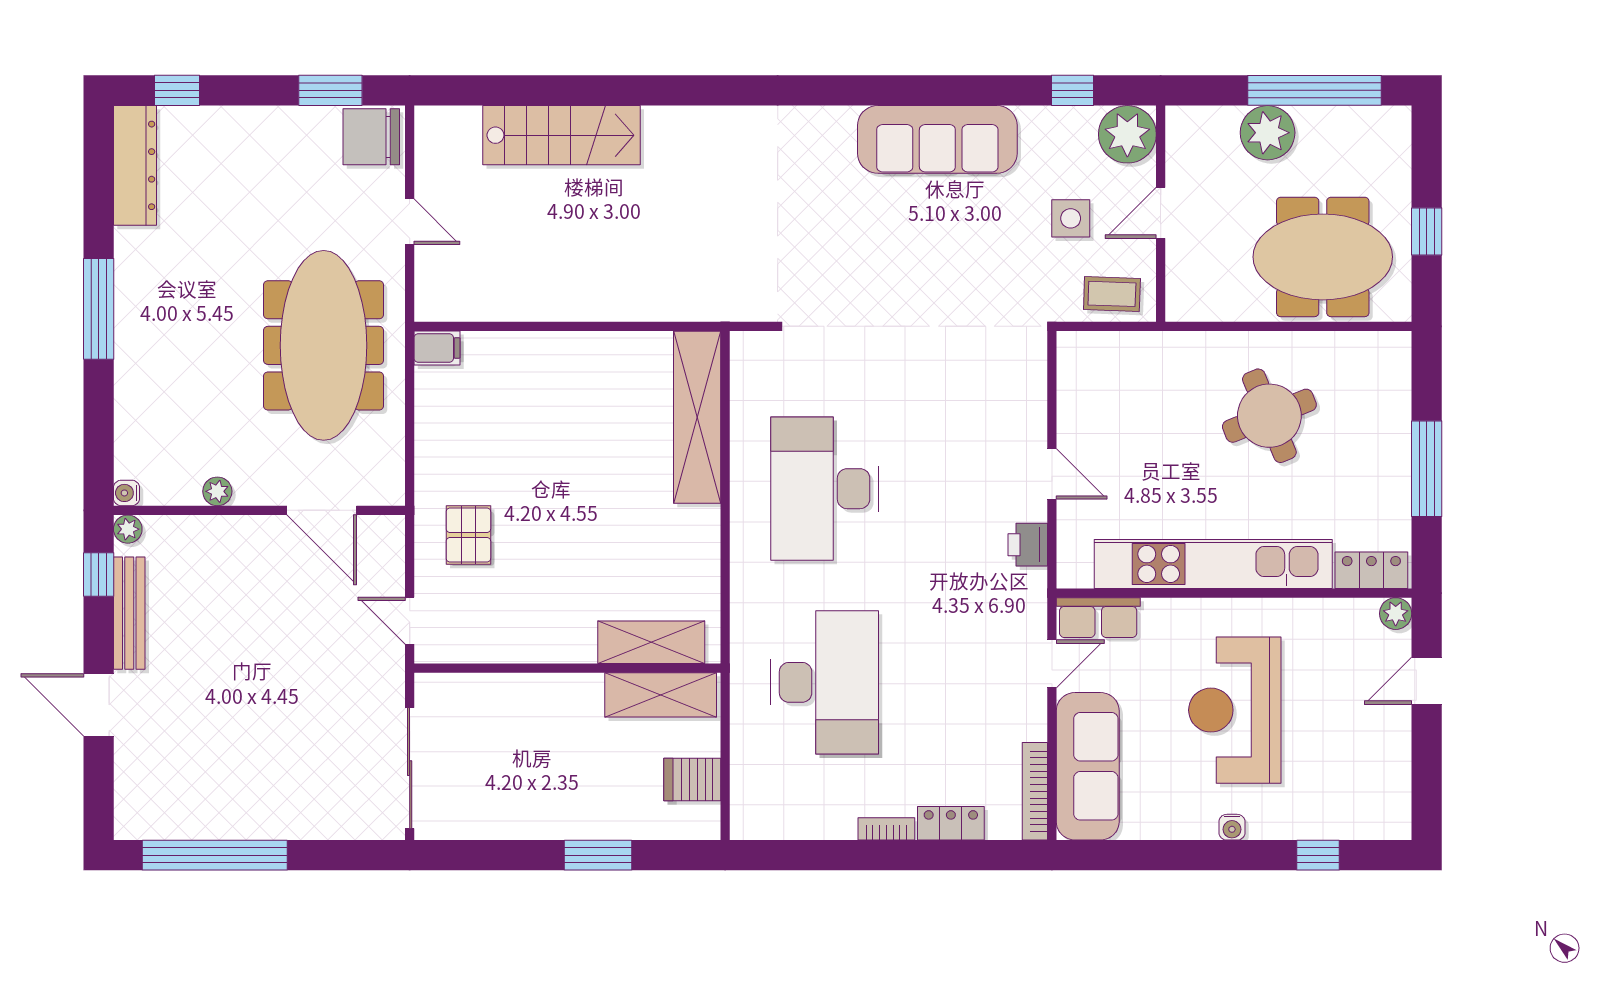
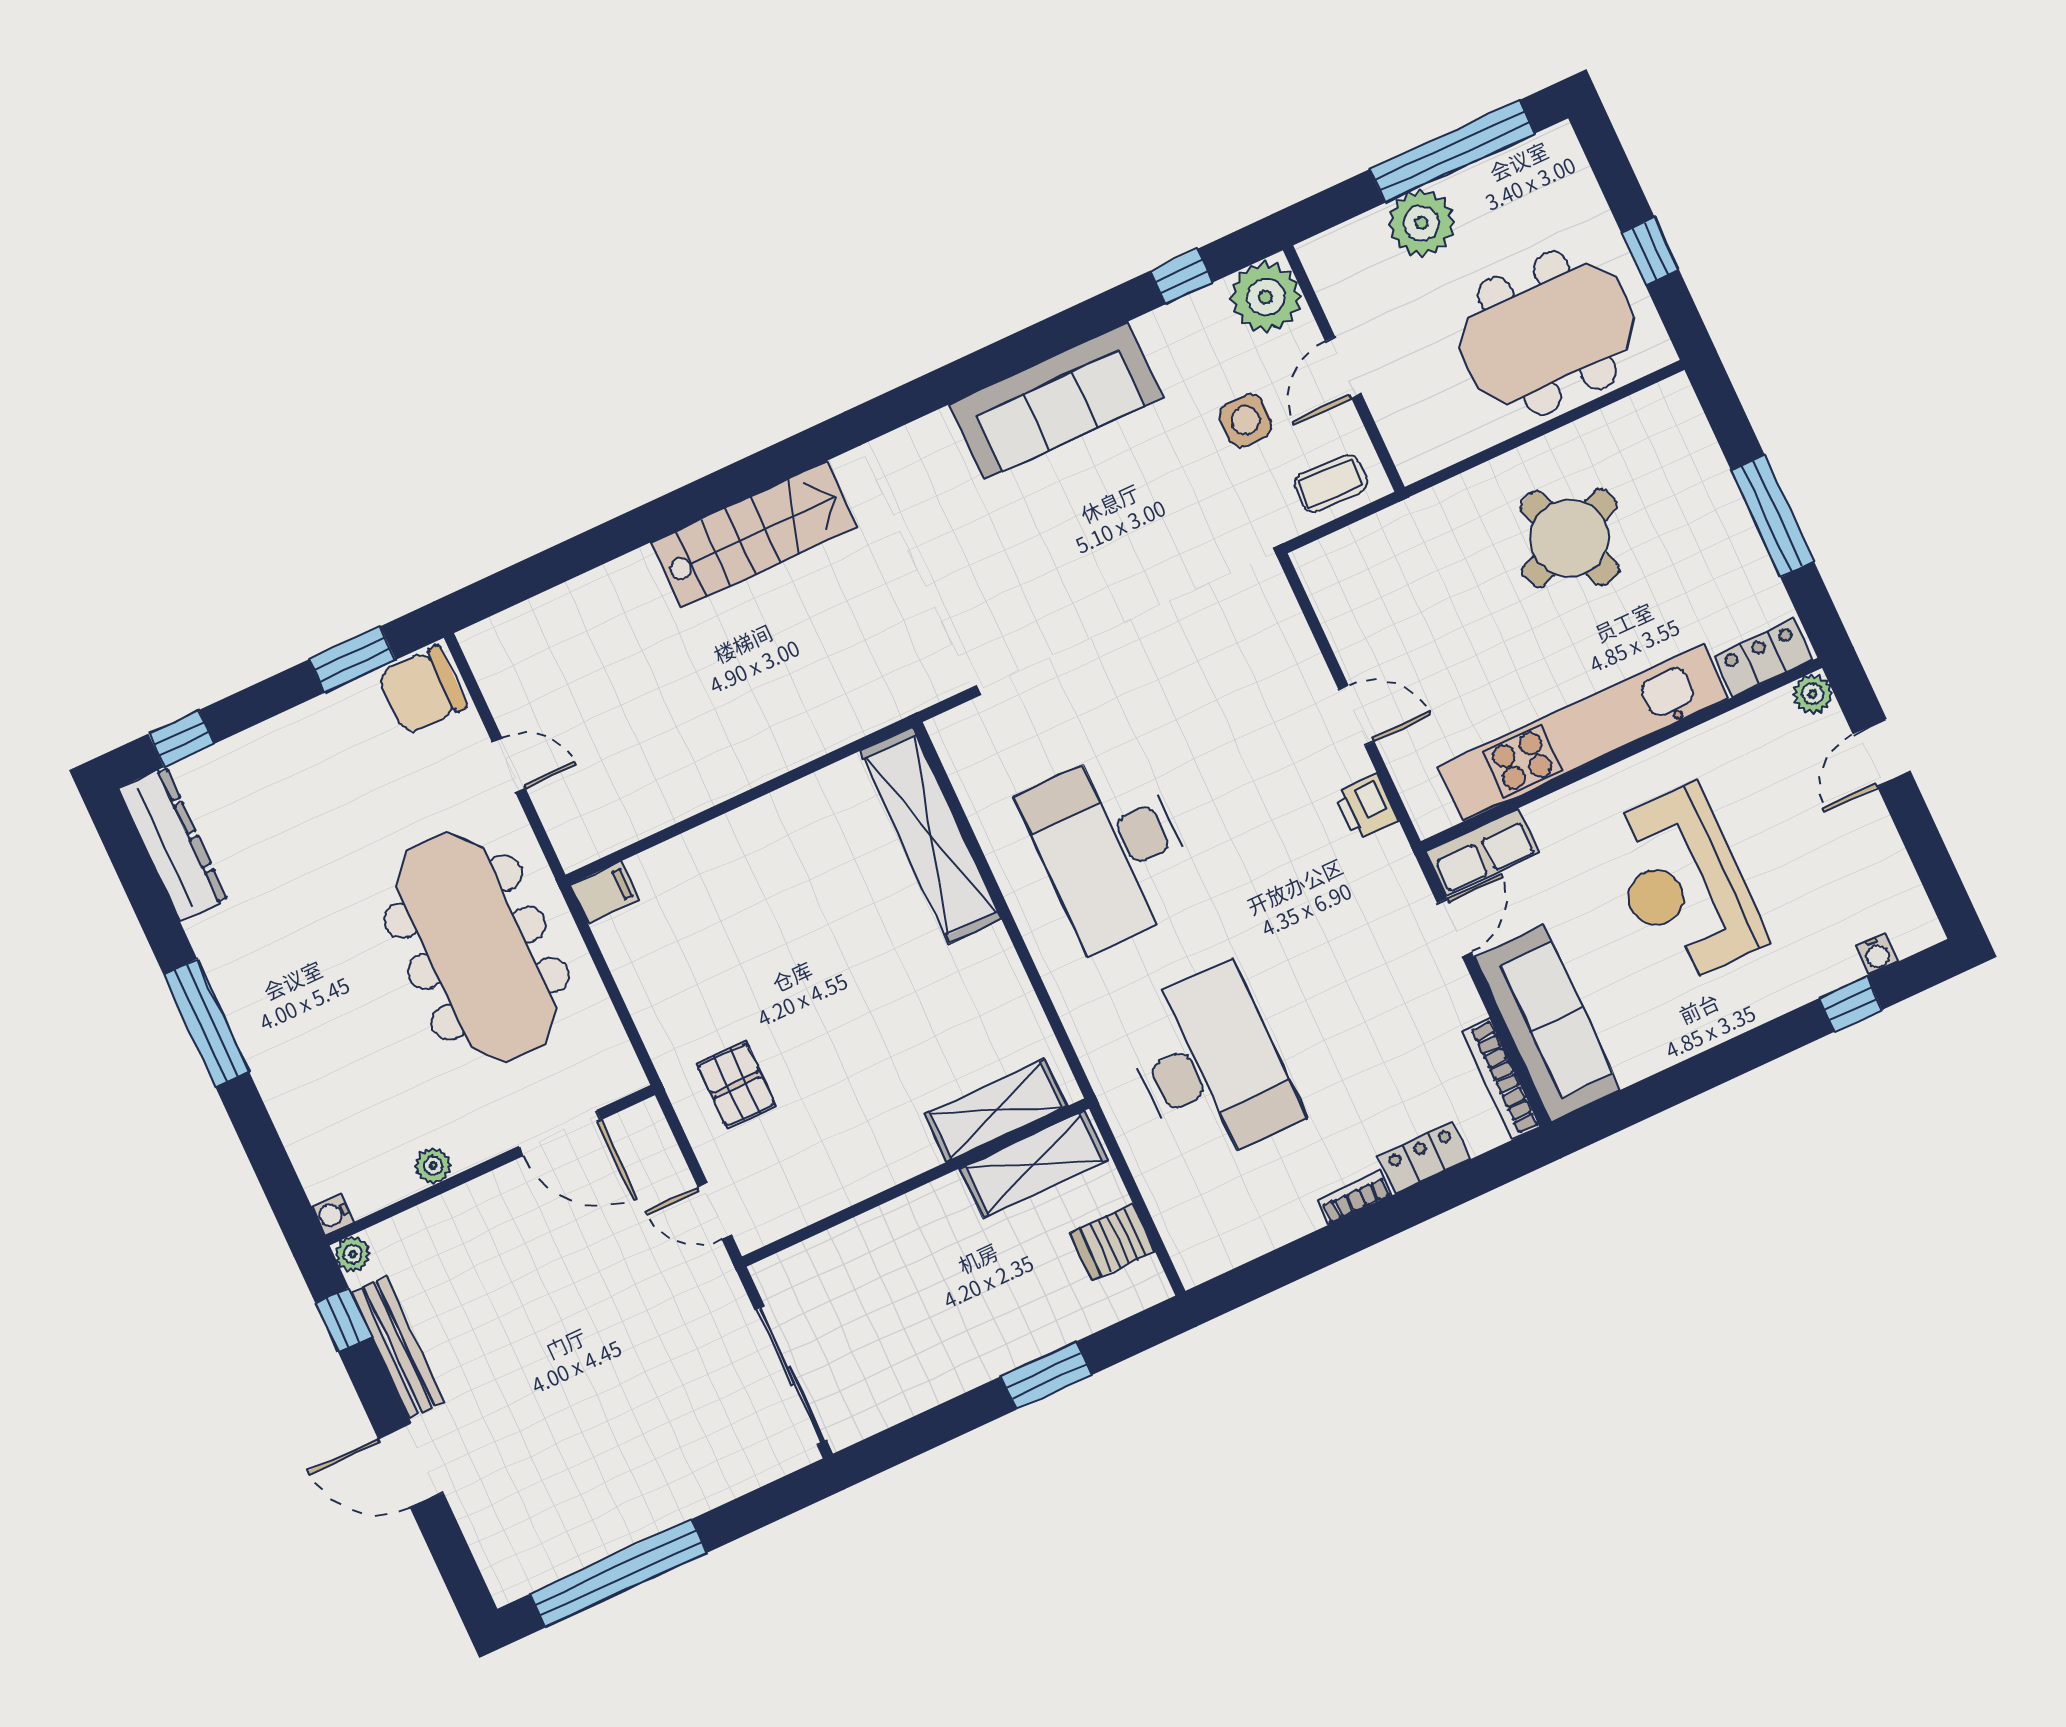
stairs: (562, 135) -> (754, 534), moved
water cooler: (1232, 827) -> (1877, 954), moved

